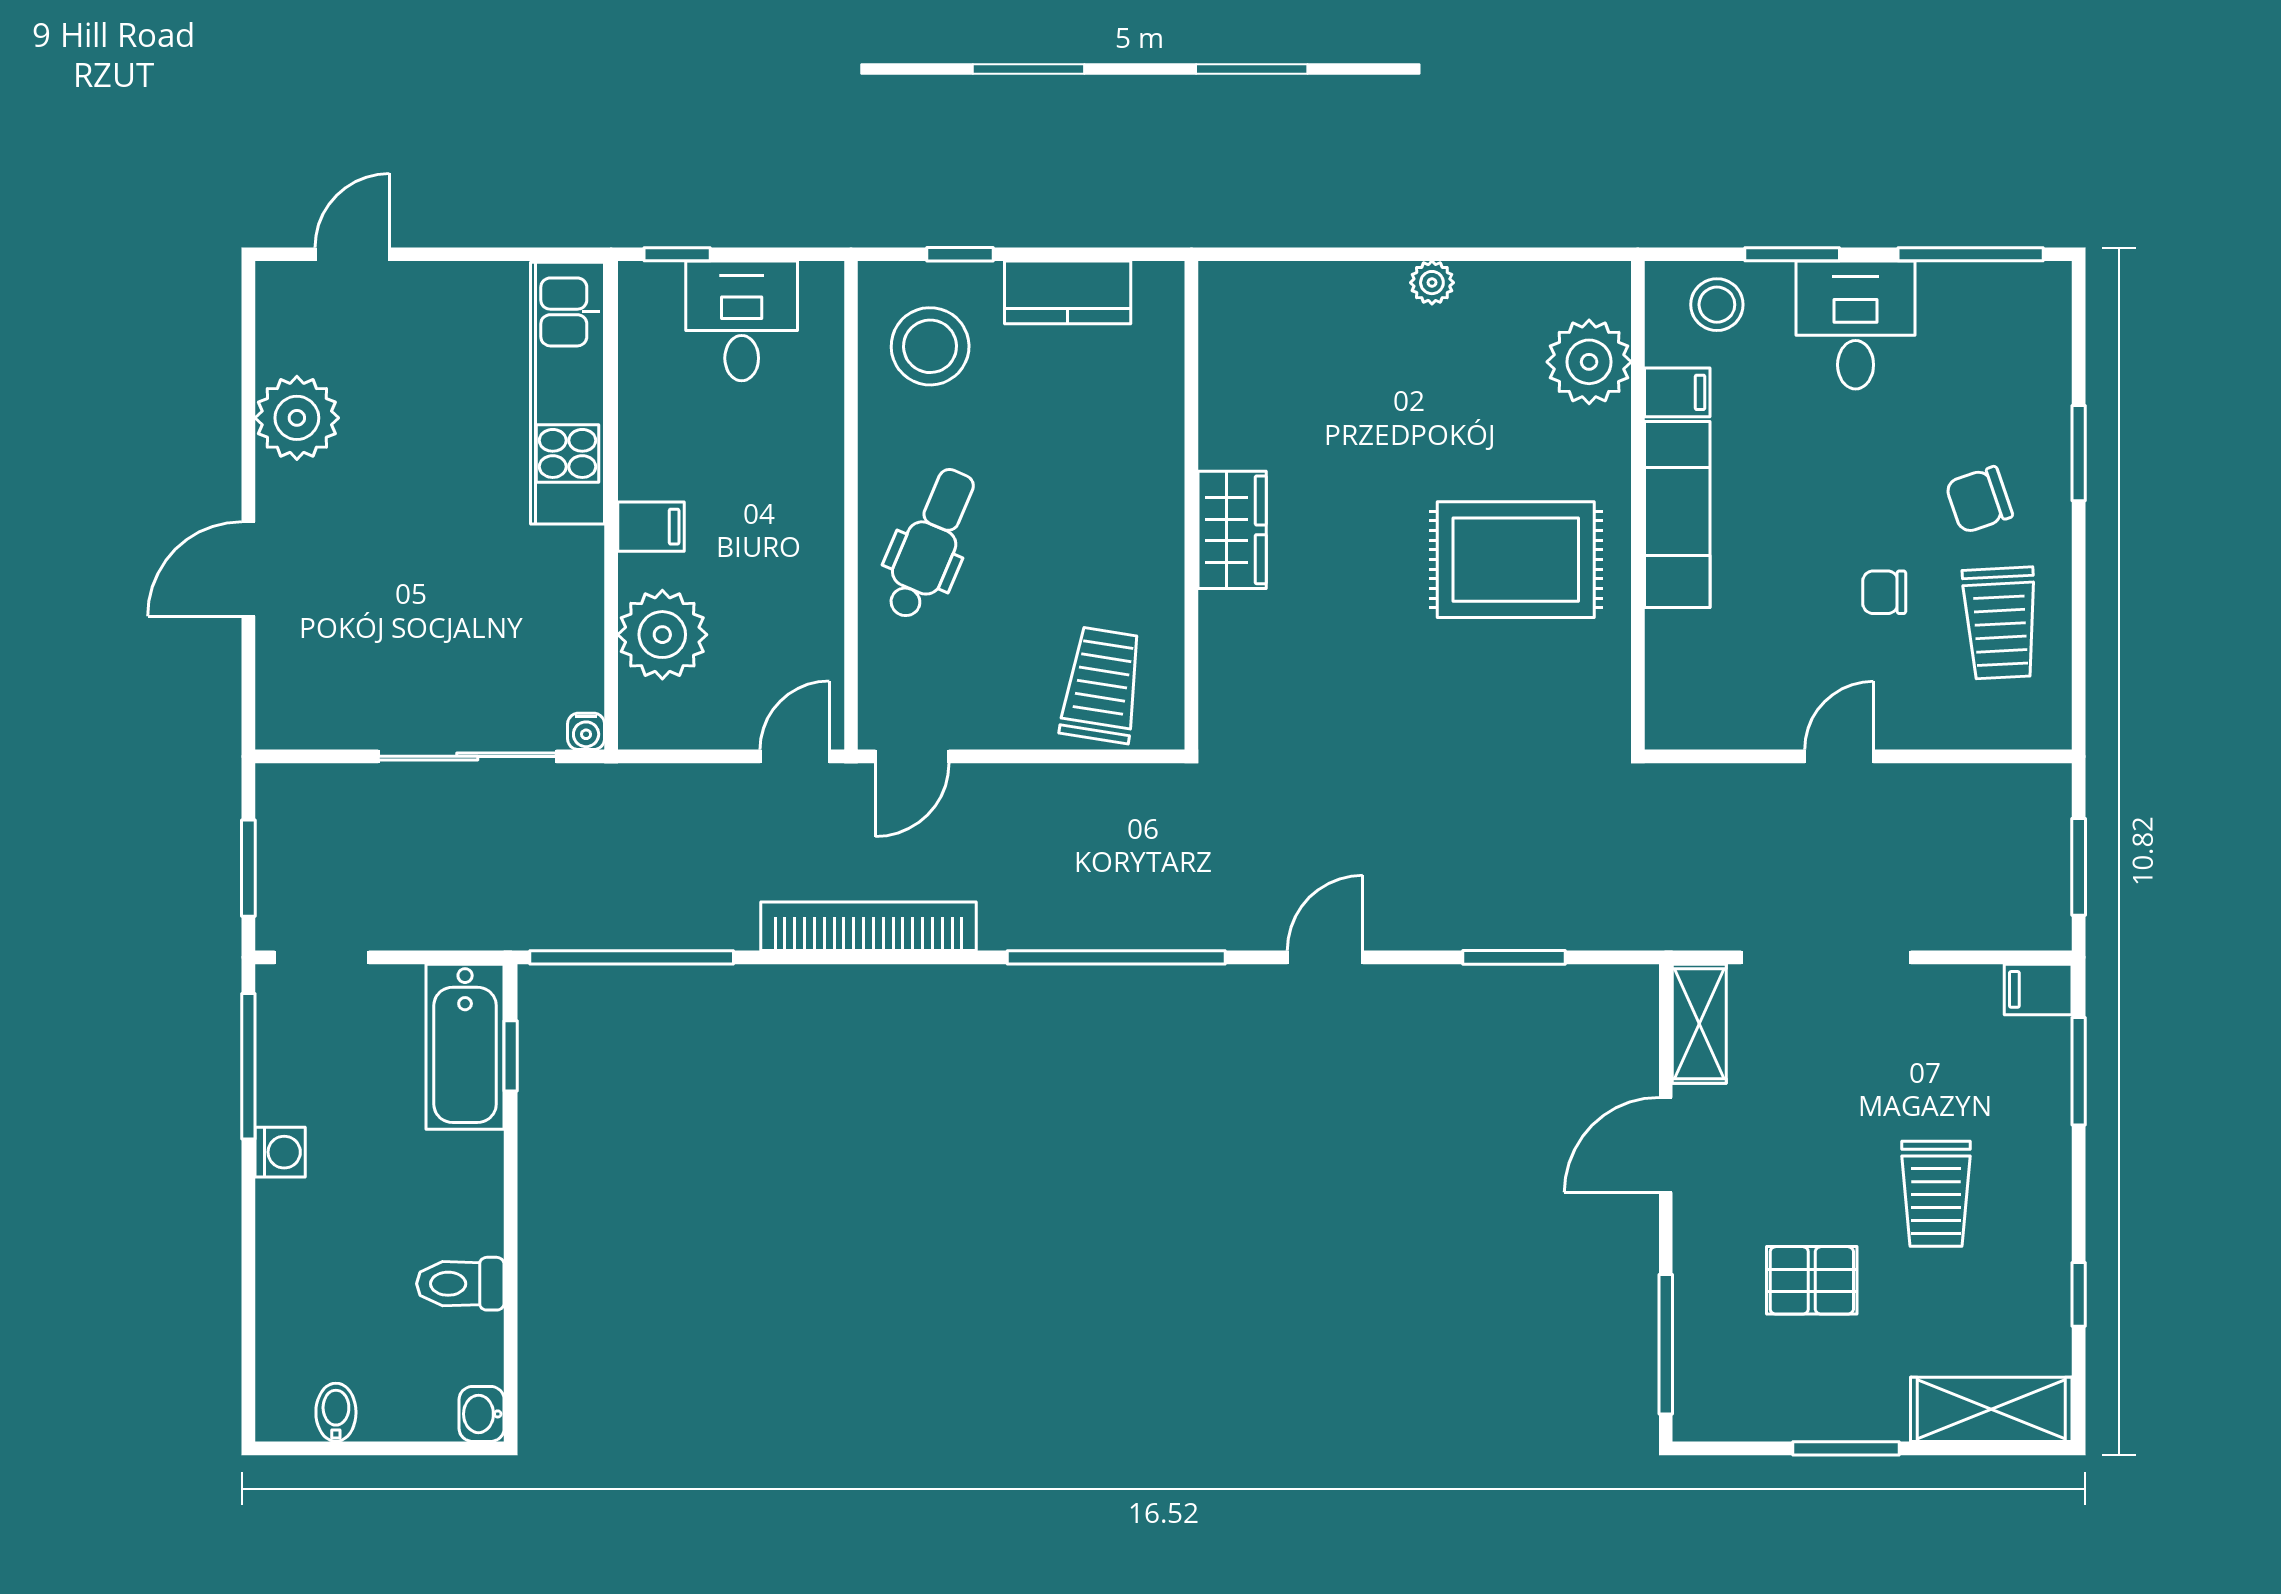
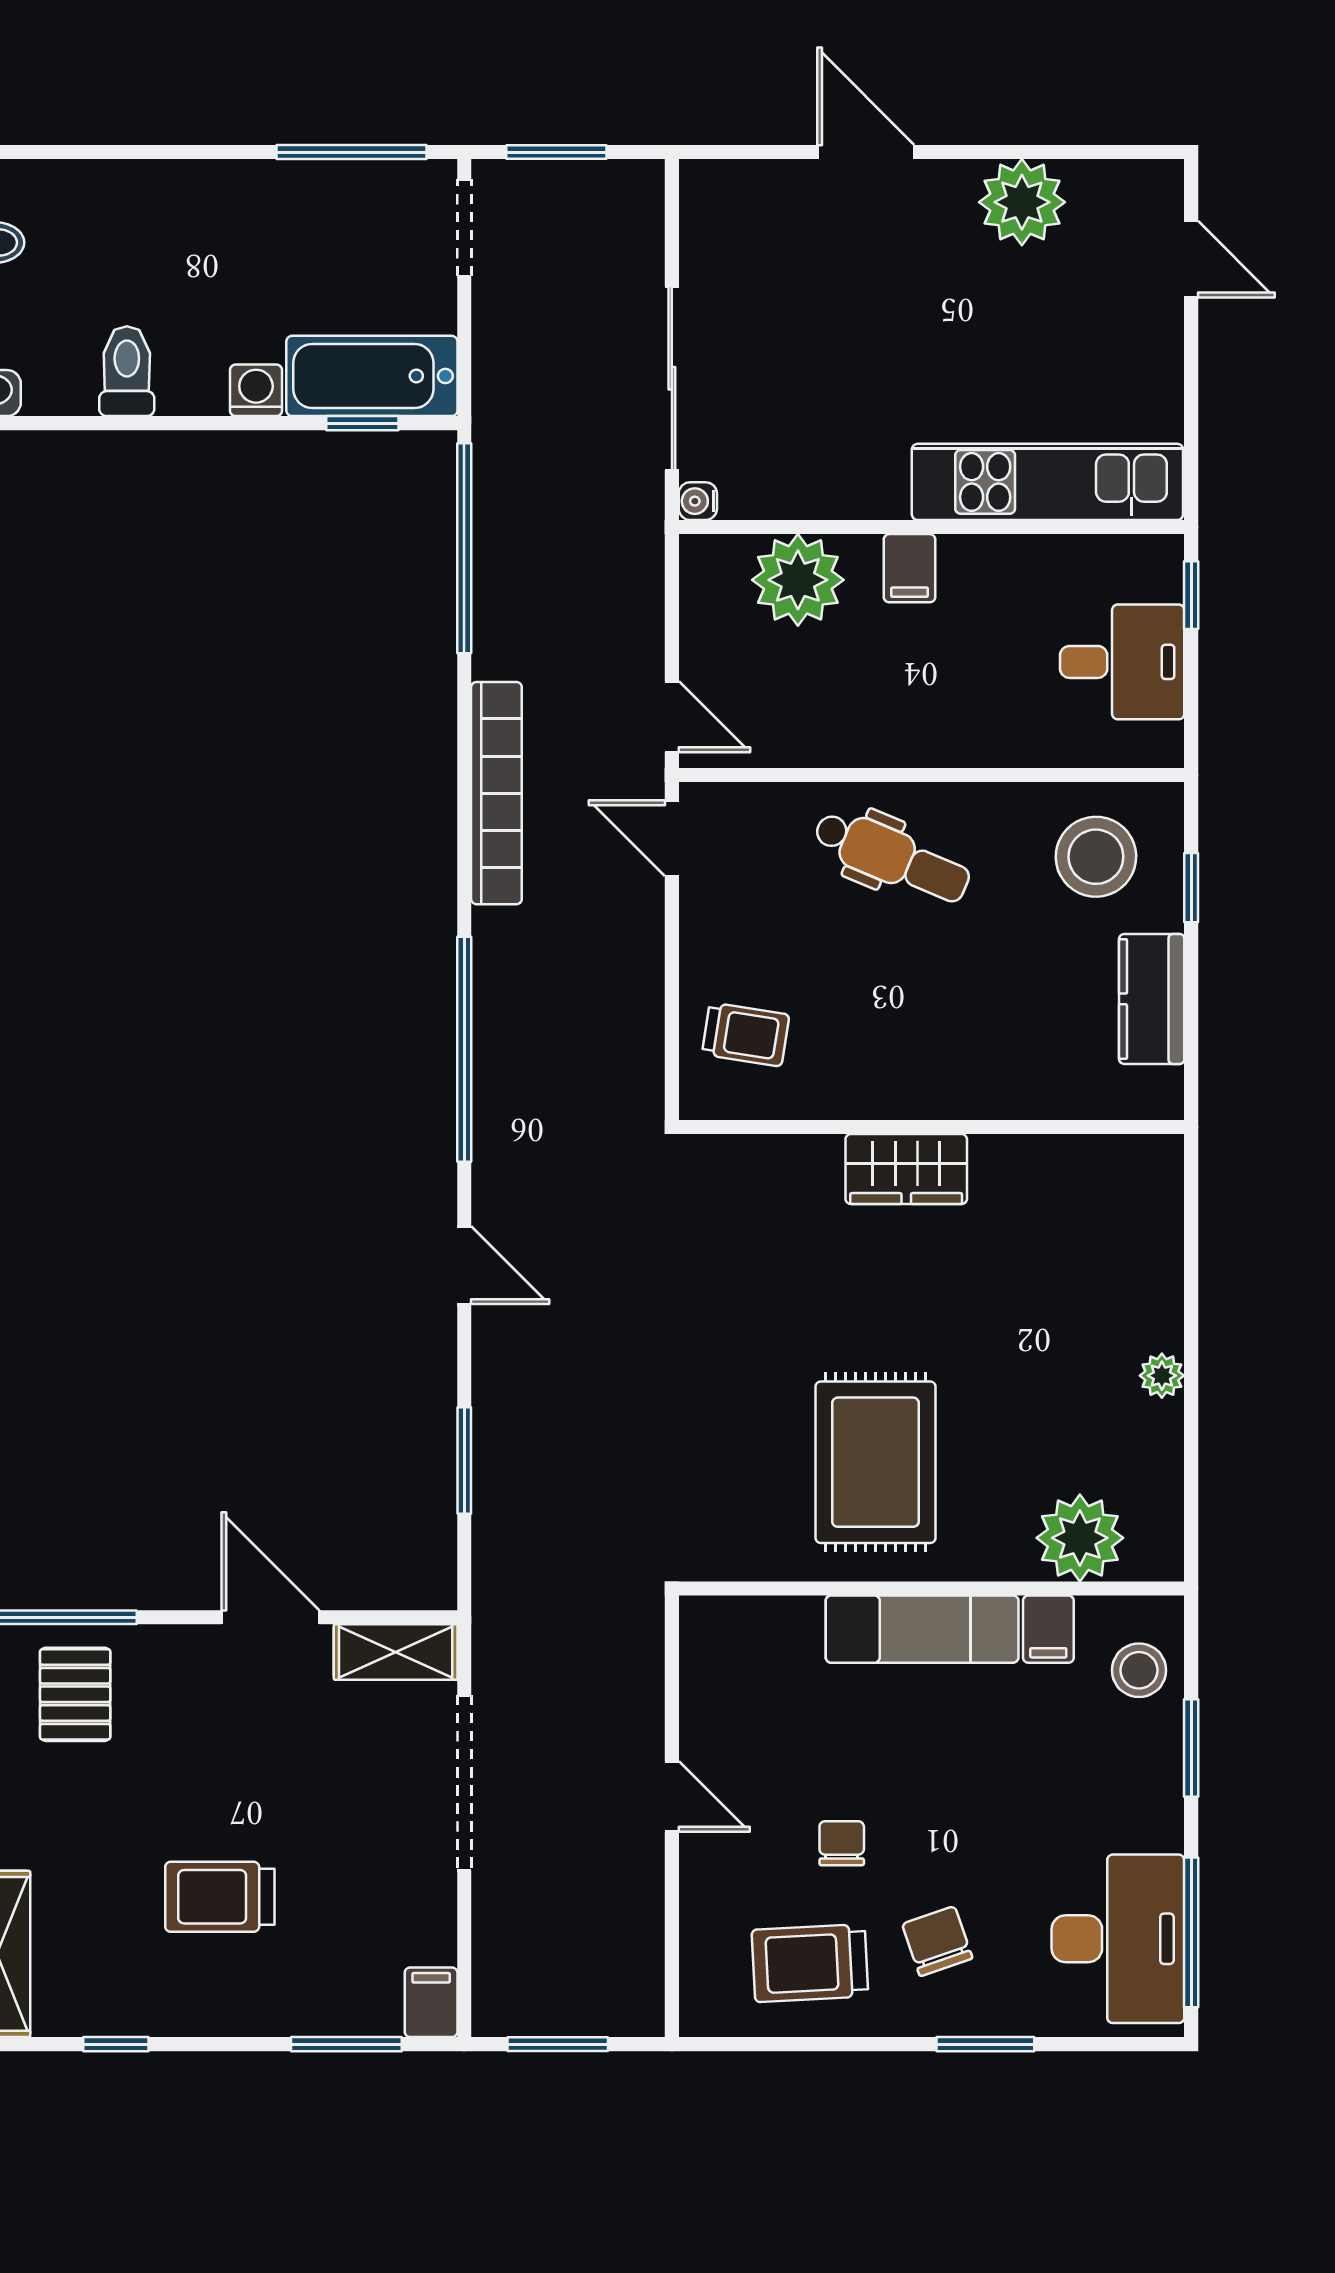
desk: (1856, 325) -> (1118, 1939), moved, width x1.37
trolley: (1102, 685) -> (746, 1034), width x0.73, depth x0.72
washing machine: (280, 1152) -> (256, 390), moved, turned 180
pallet: (1812, 1280) -> (75, 1694), moved

